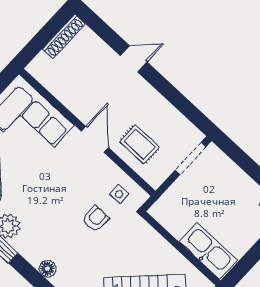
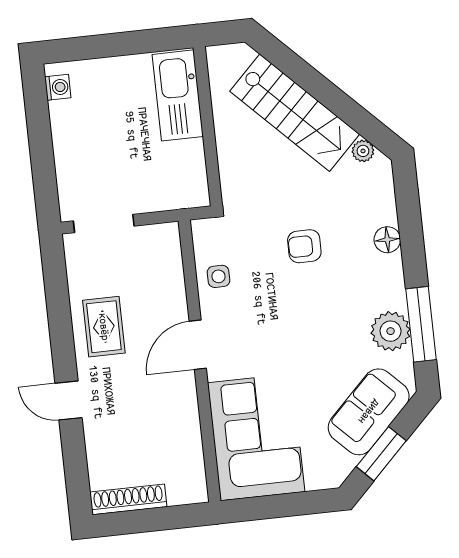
rug: (140, 144) -> (104, 327), moved
side table: (119, 194) -> (219, 276), moved
armchair: (95, 219) -> (304, 246), moved

